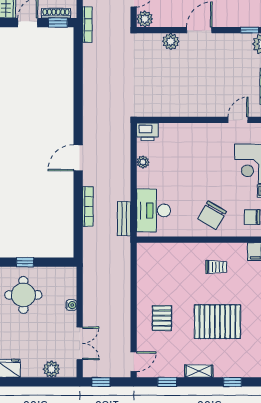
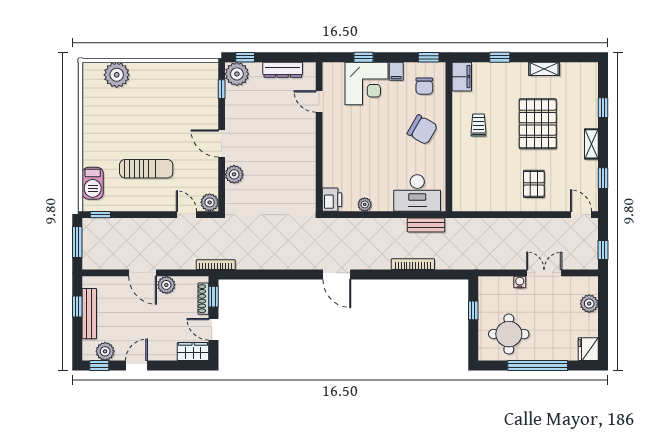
door: (78, 158) -> (337, 275), moved
window: (25, 262) -> (473, 310), moved
pallet: (162, 318) -> (534, 184), turned 90
double door: (80, 343) -> (544, 273), moved

